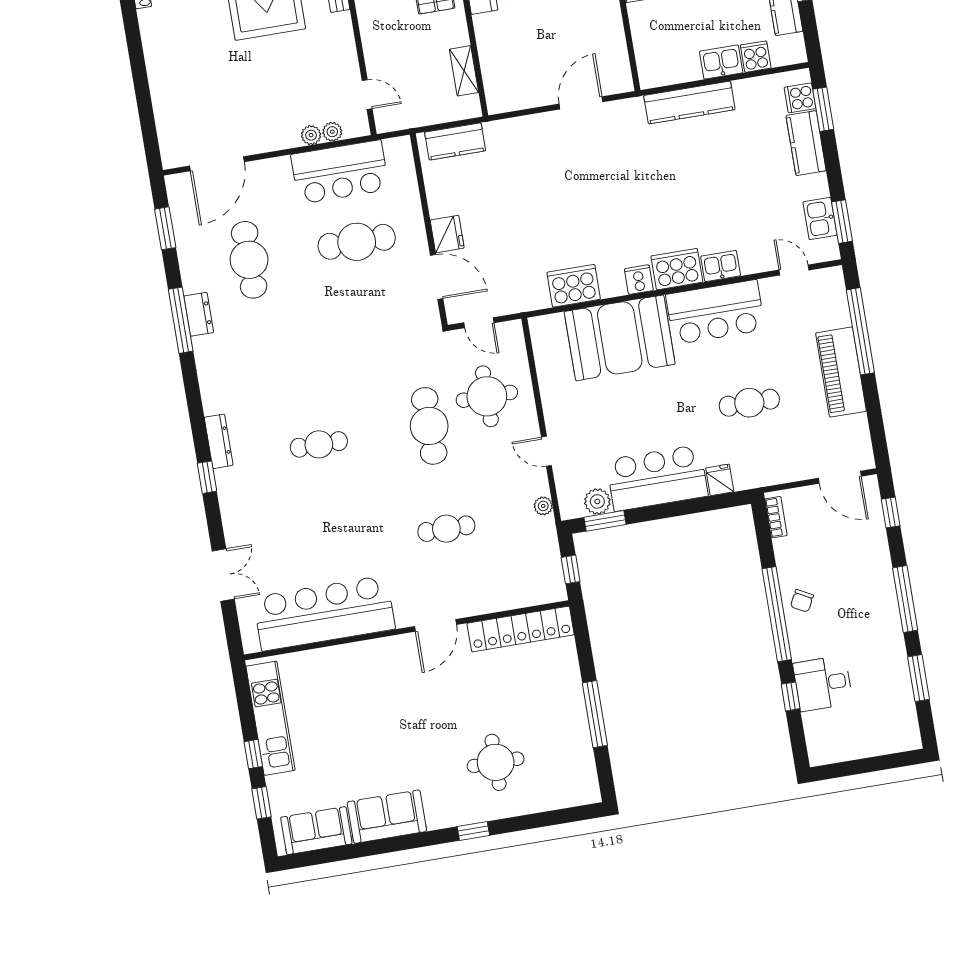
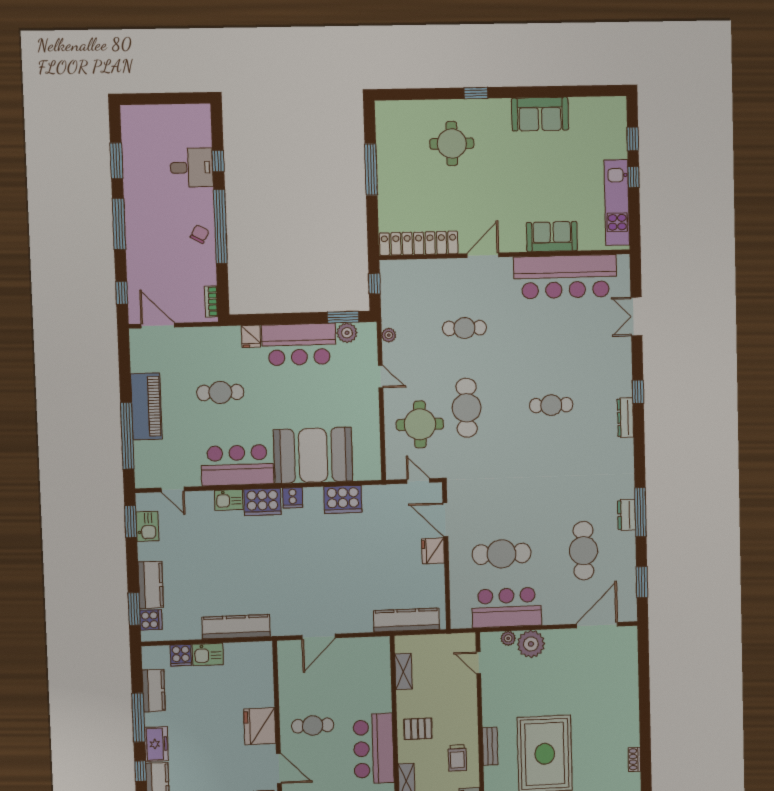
plant: (311, 135) -> (531, 644), width x1.88, depth x1.88
kitchen counter: (455, 141) -> (407, 620), width x1.50
sofa: (316, 831) -> (552, 237), moved, turned 180

